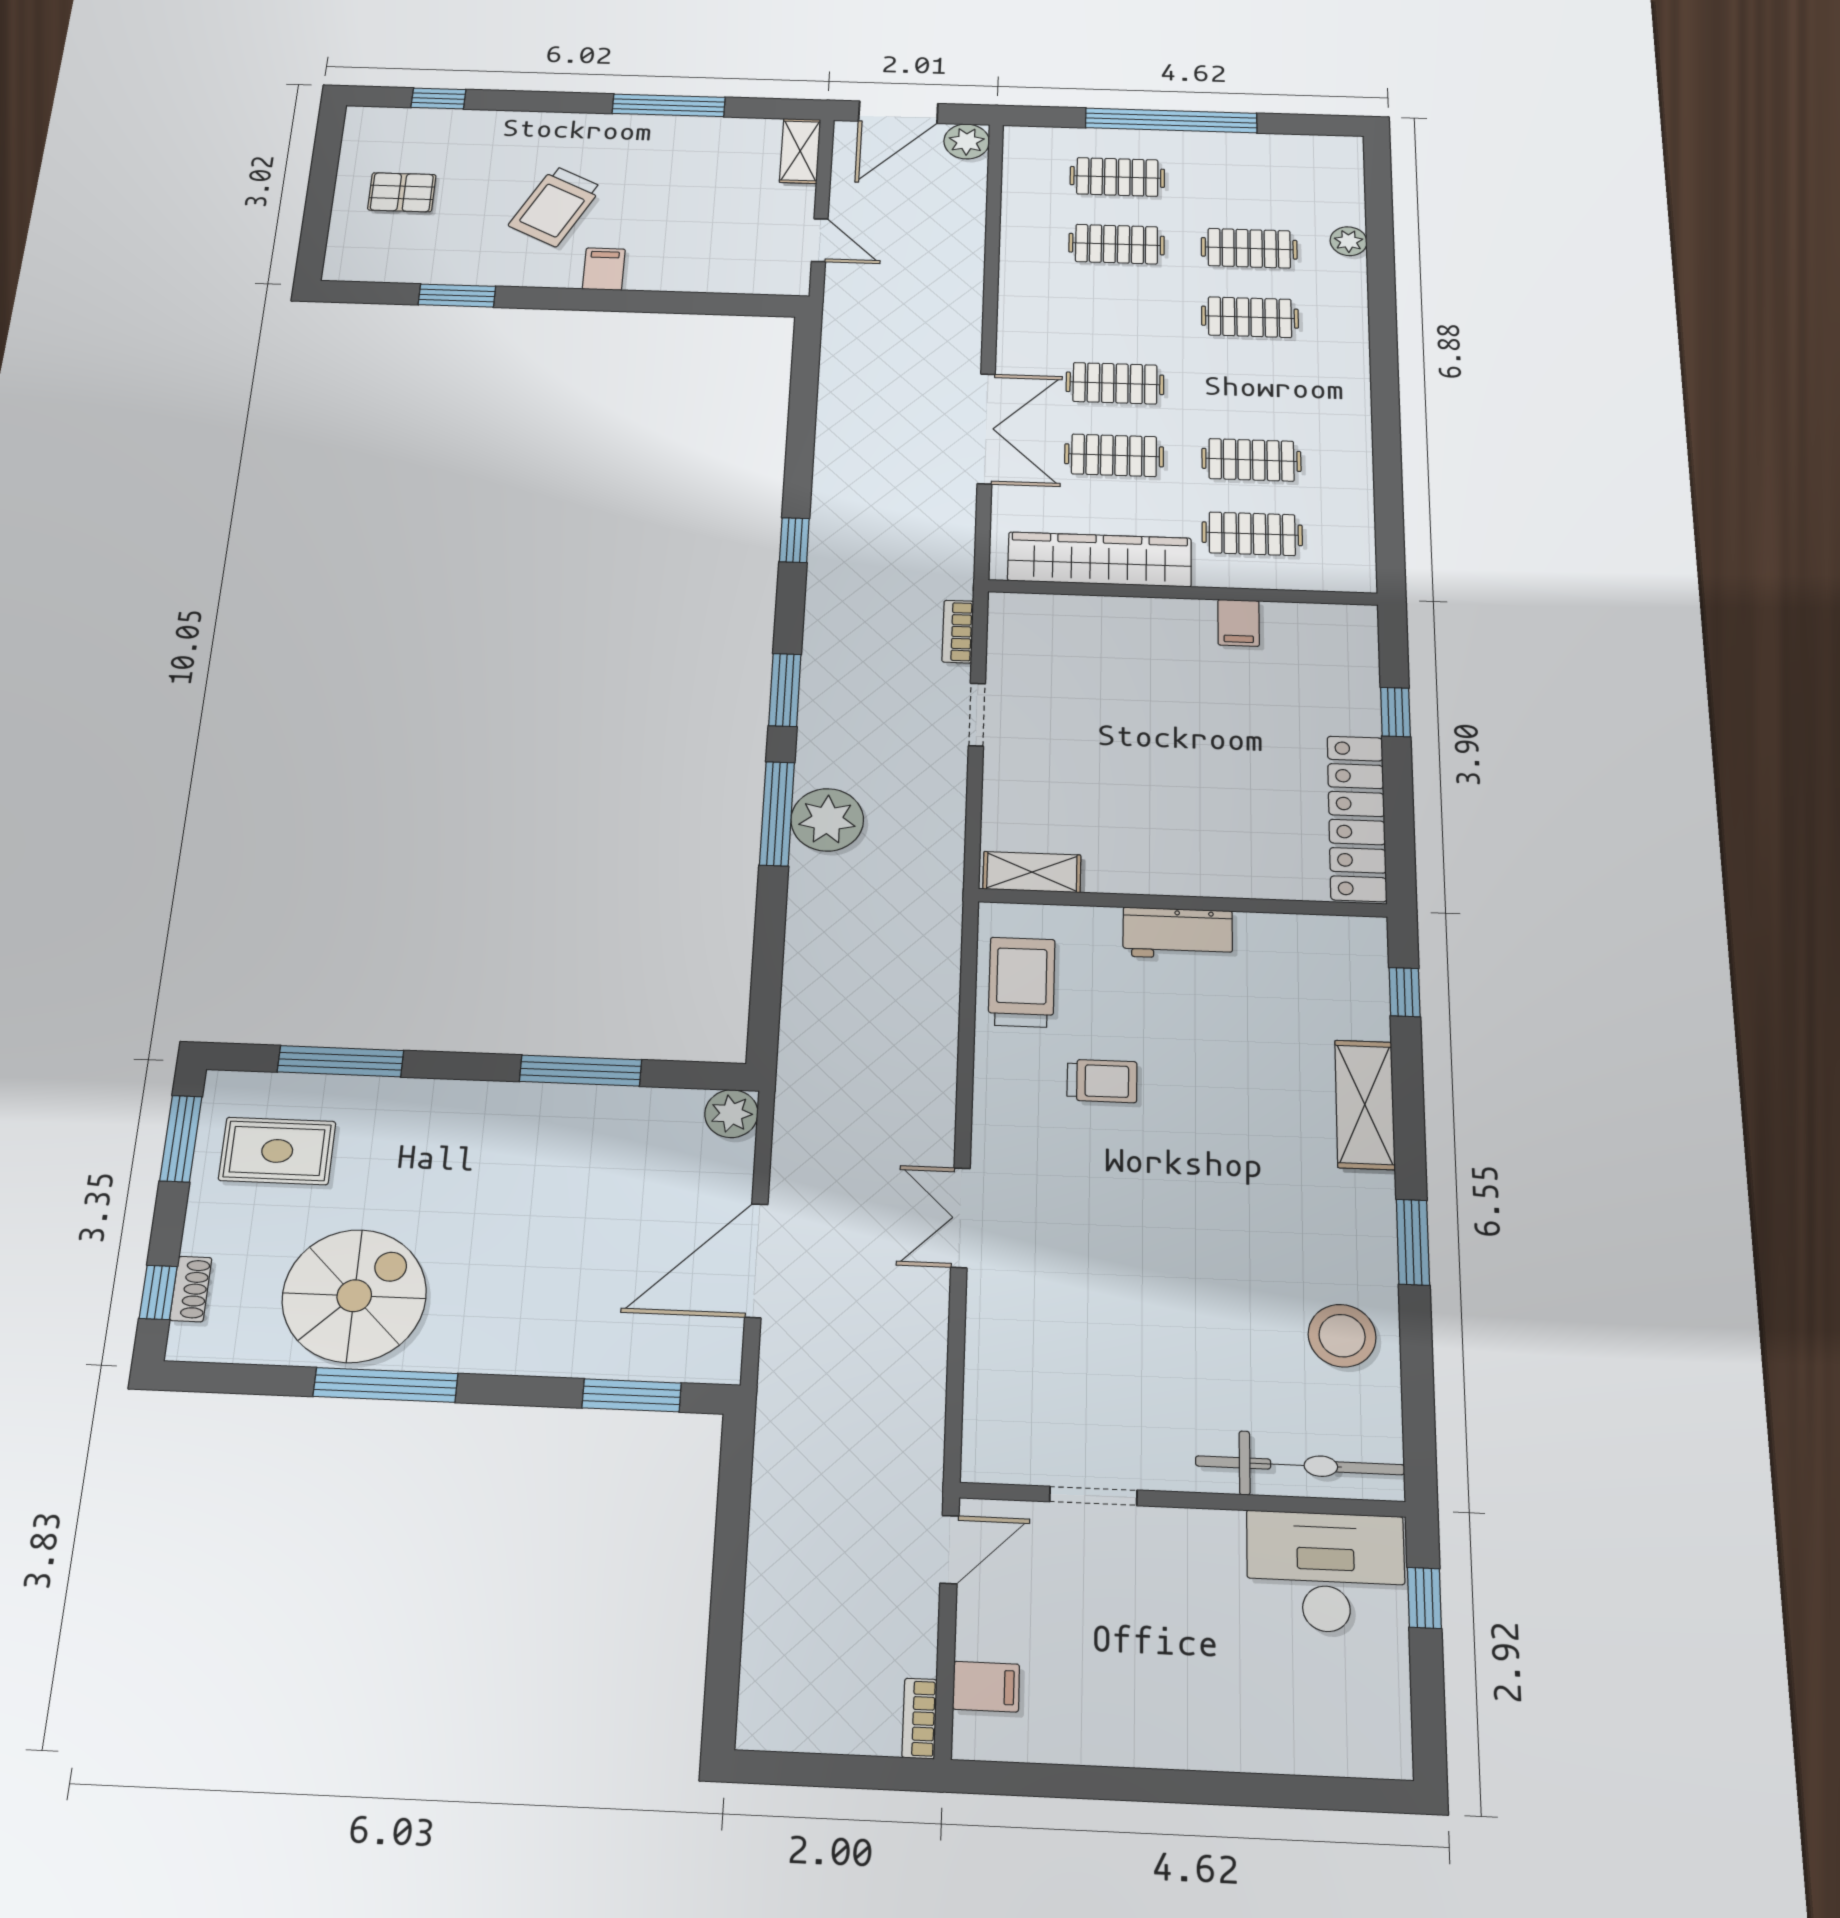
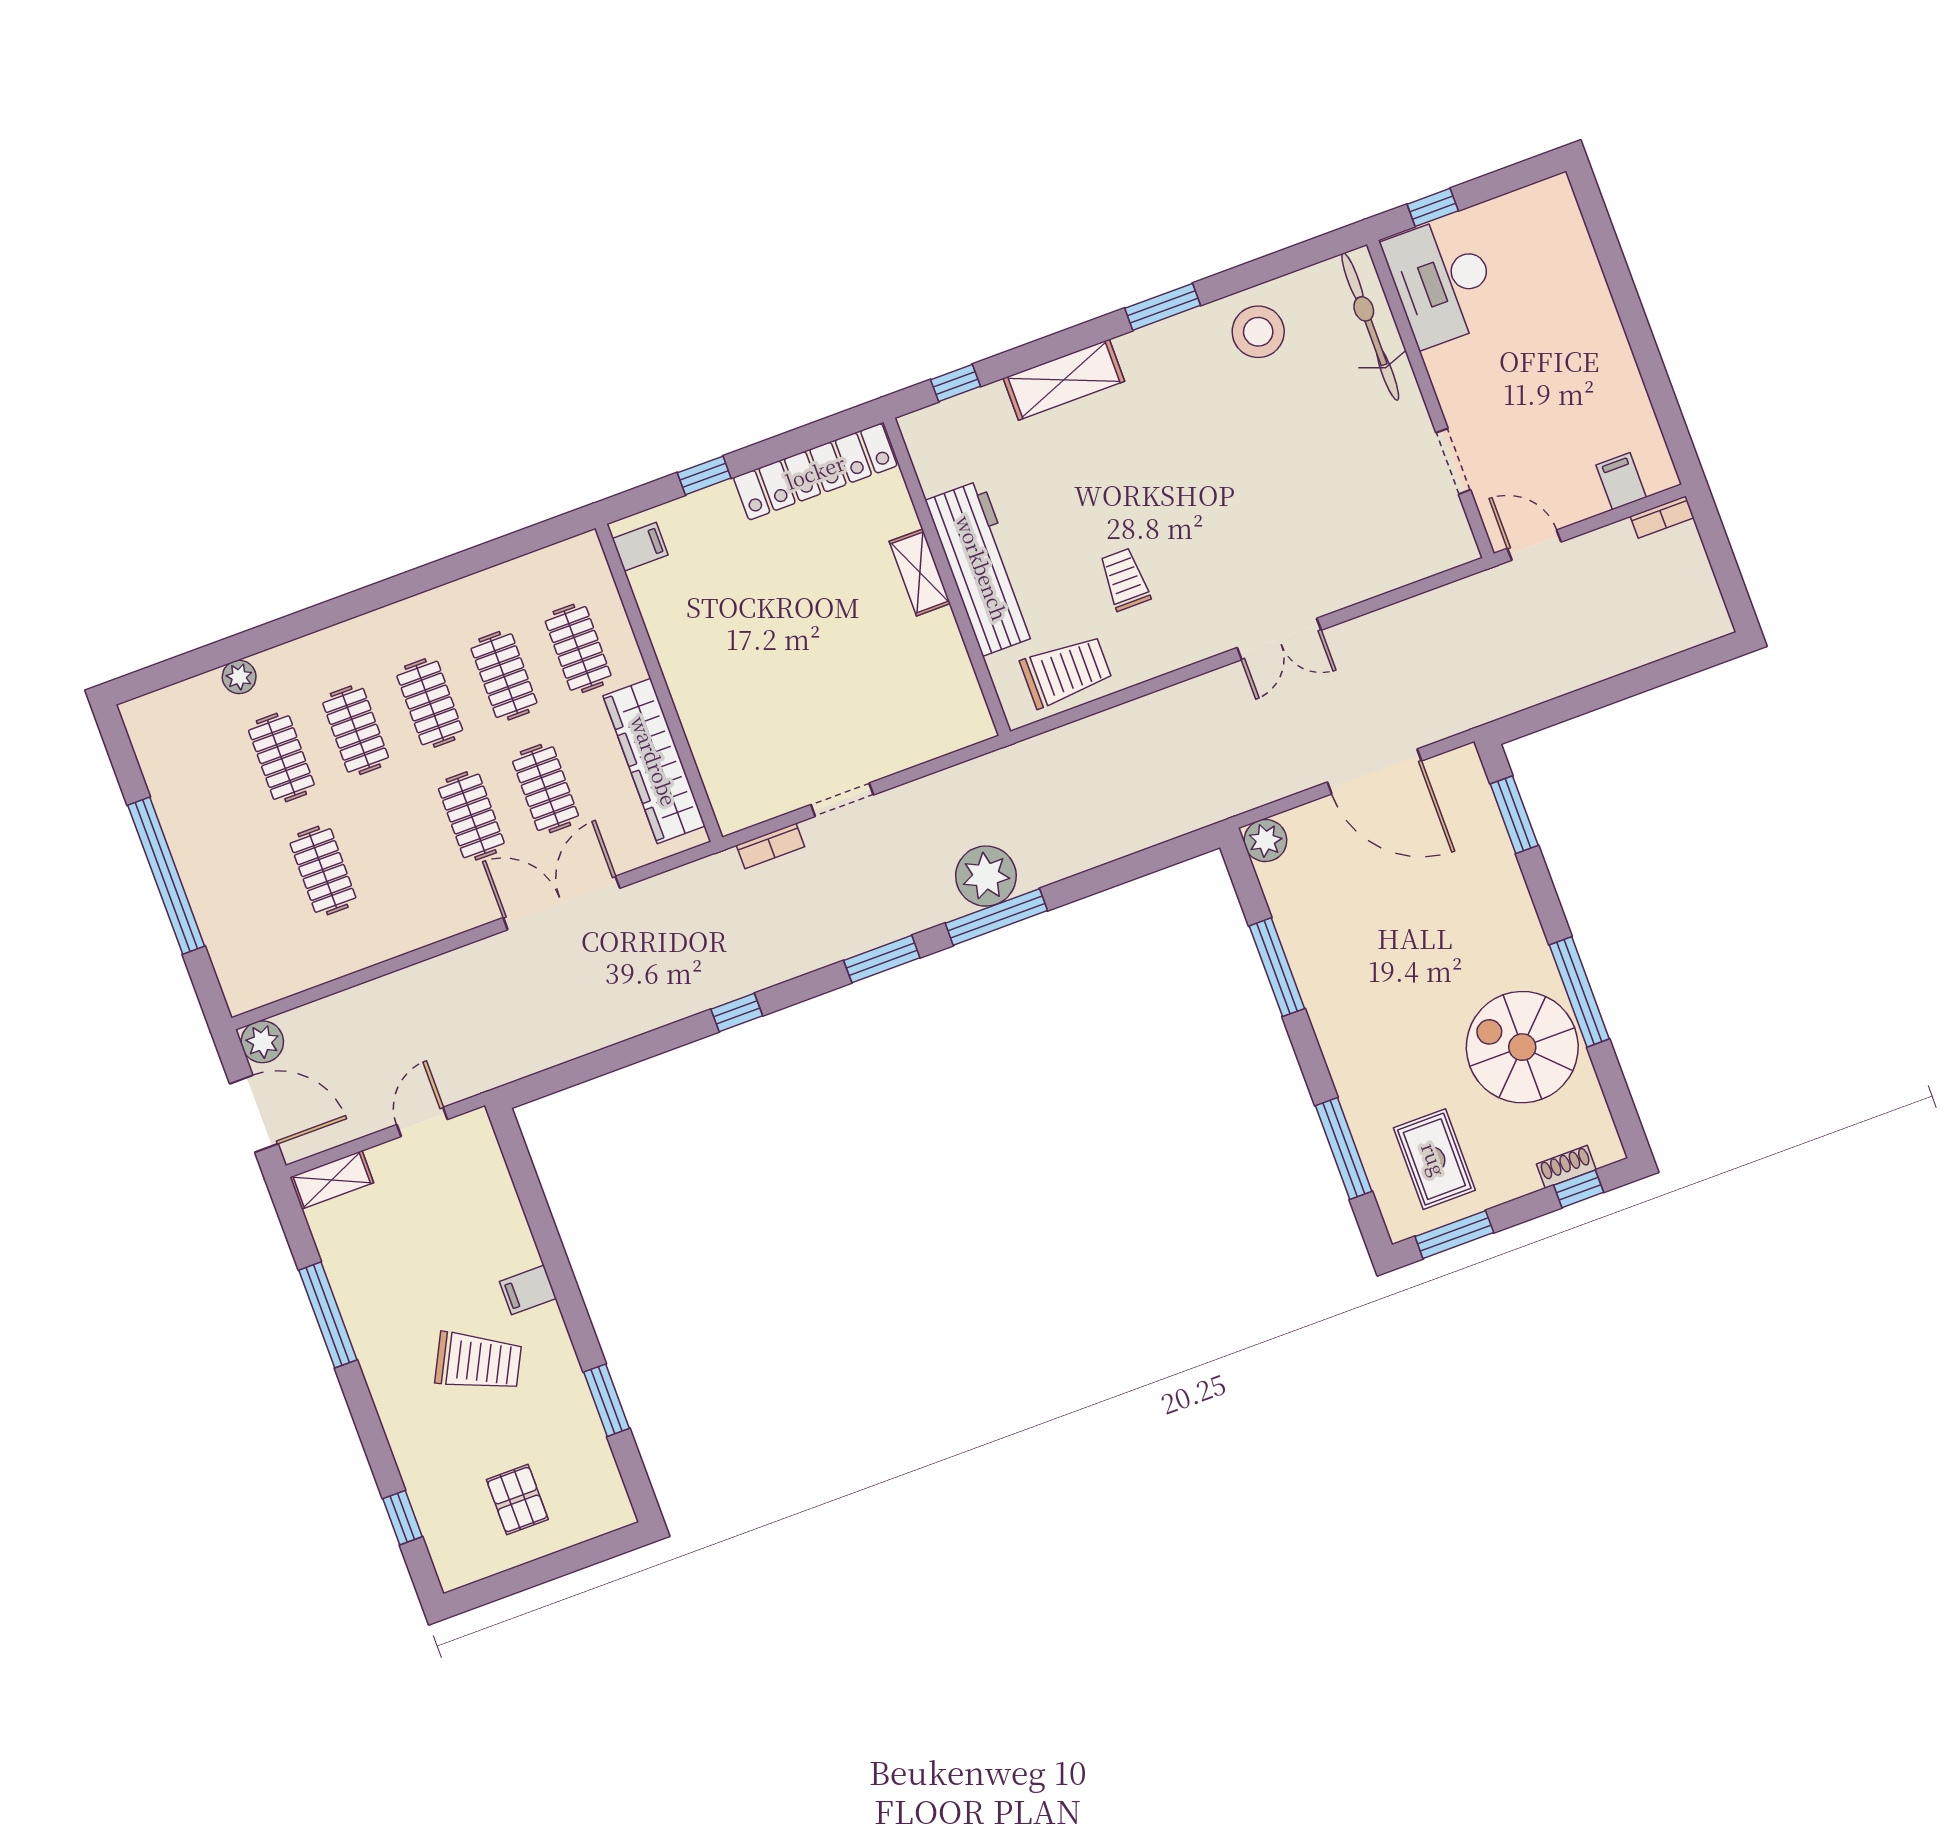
clothes rail: (1117, 177) -> (430, 703), moved
filing cabinet: (1239, 623) -> (640, 547), moved
shelving: (1032, 872) -> (920, 572), moved
workbench: (1178, 933) -> (982, 568), width x1.88, depth x1.32
trolley: (1022, 982) -> (1066, 671), turned 180

